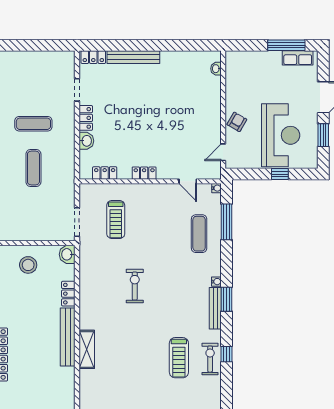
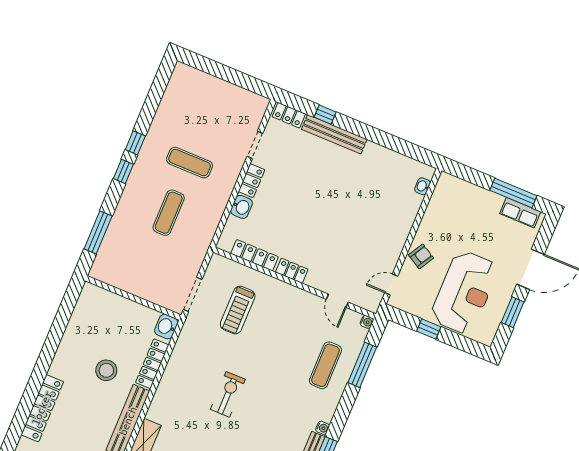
window: (120, 45) -> (325, 115), added
locker: (105, 173) -> (255, 255), width x1.53
window: (280, 174) -> (429, 329), moved
stool: (28, 265) -> (106, 370), moved
locker: (68, 294) -> (152, 364), width x1.53

